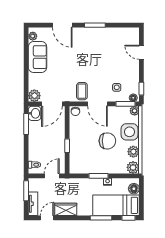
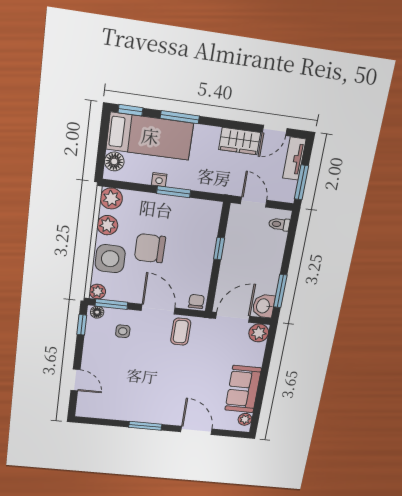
door: (52, 176) -> (254, 202), swing flipped

